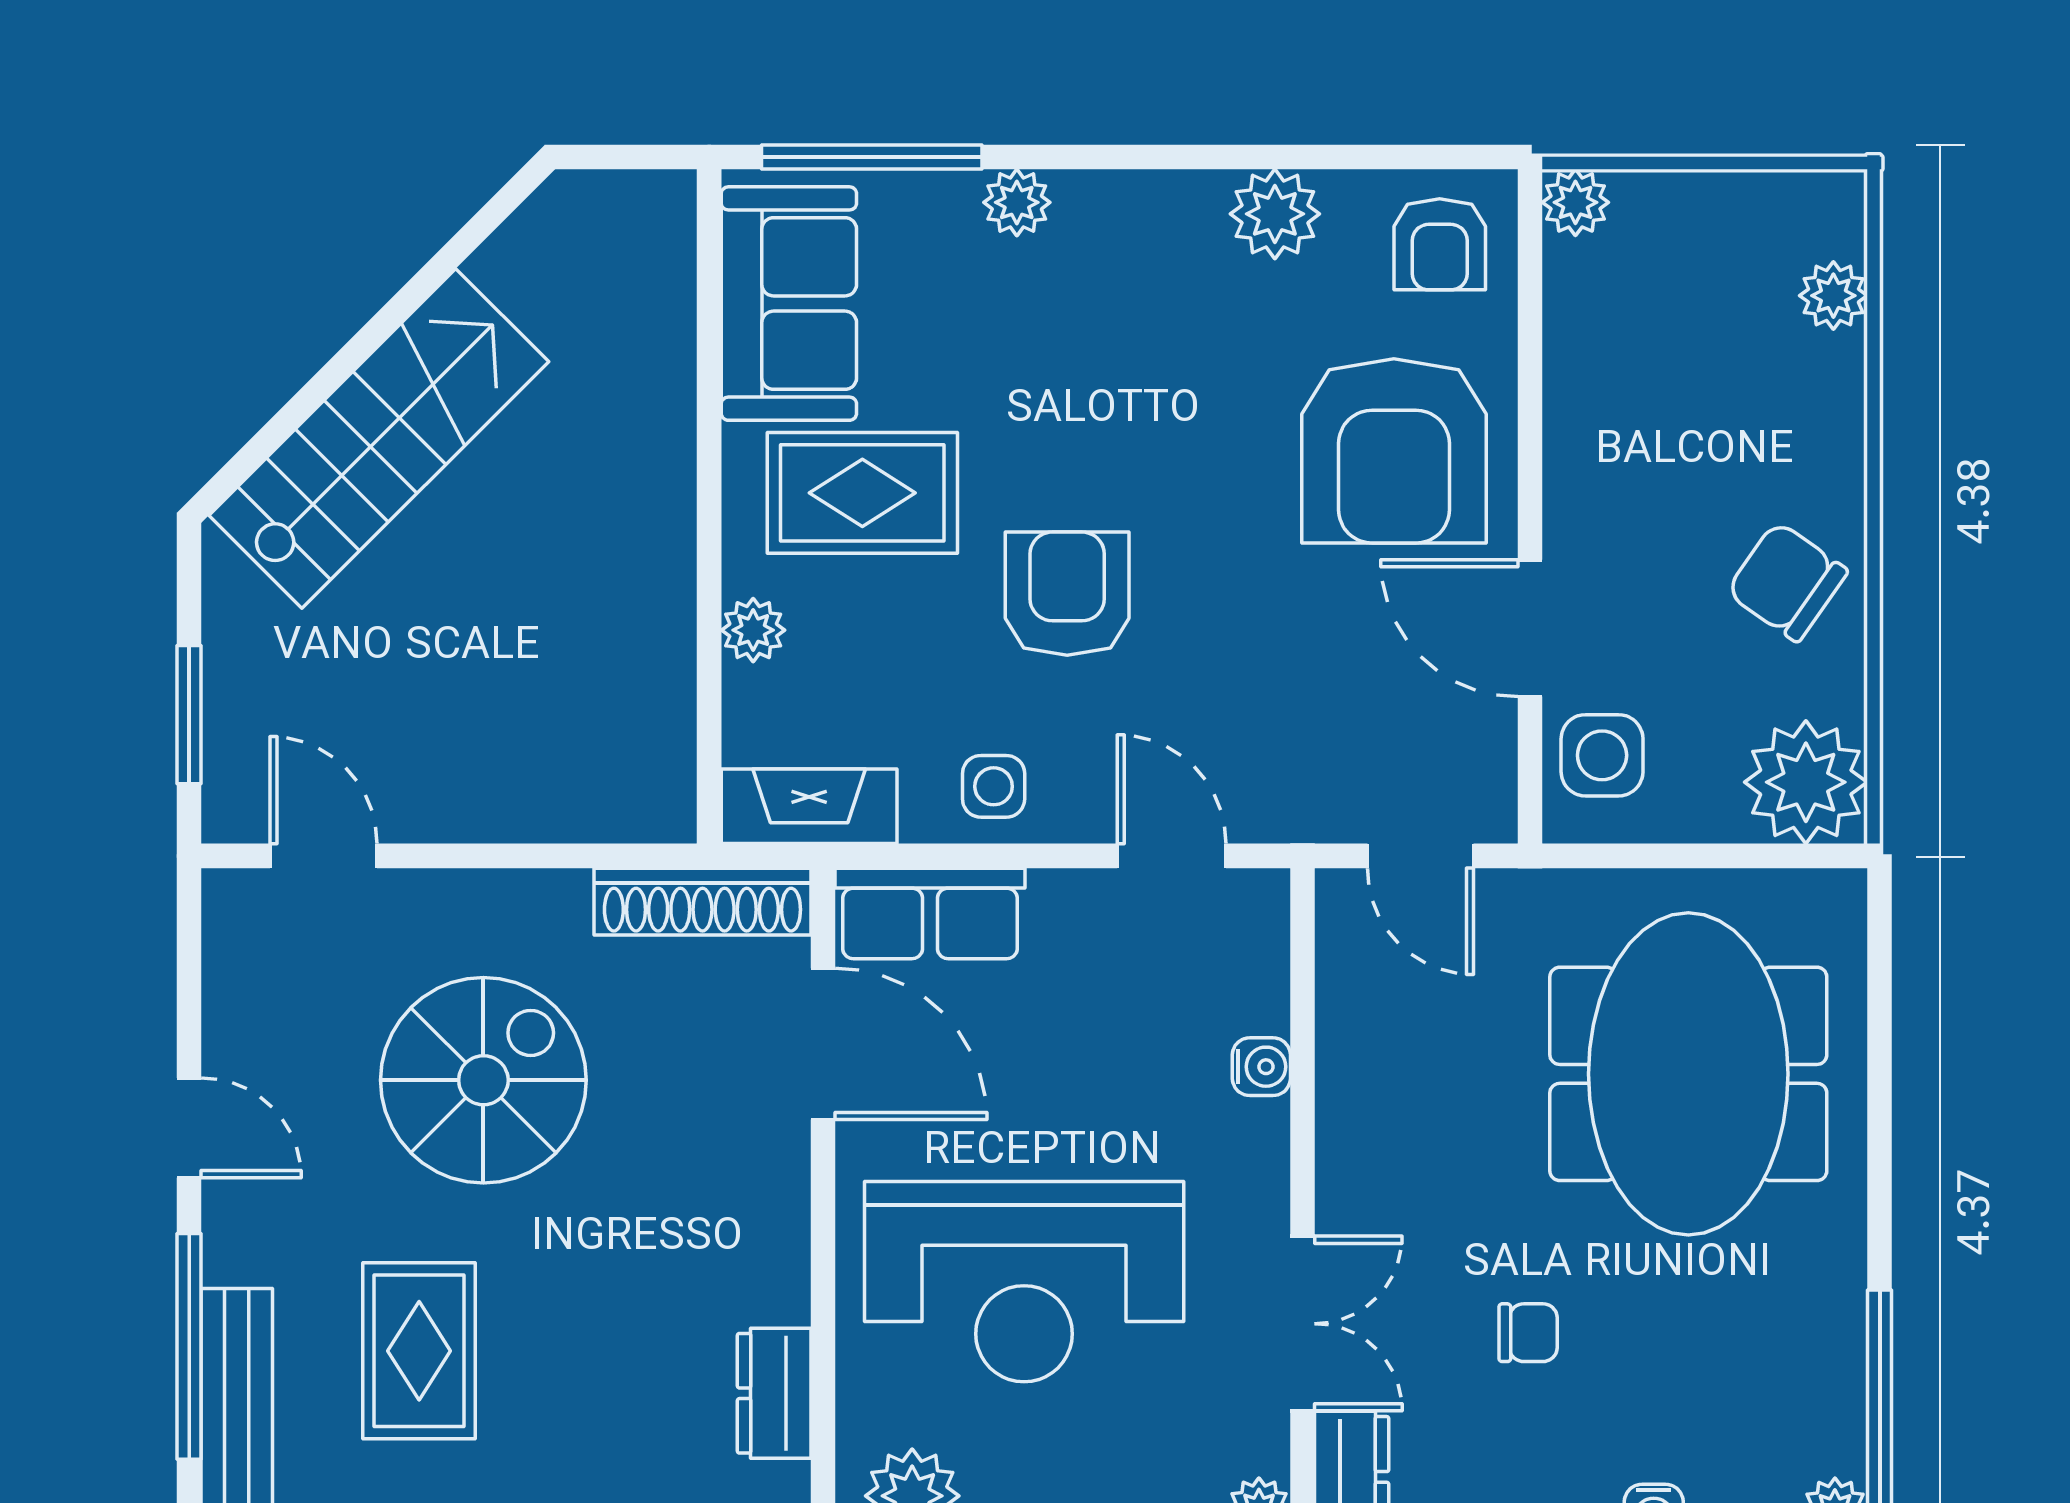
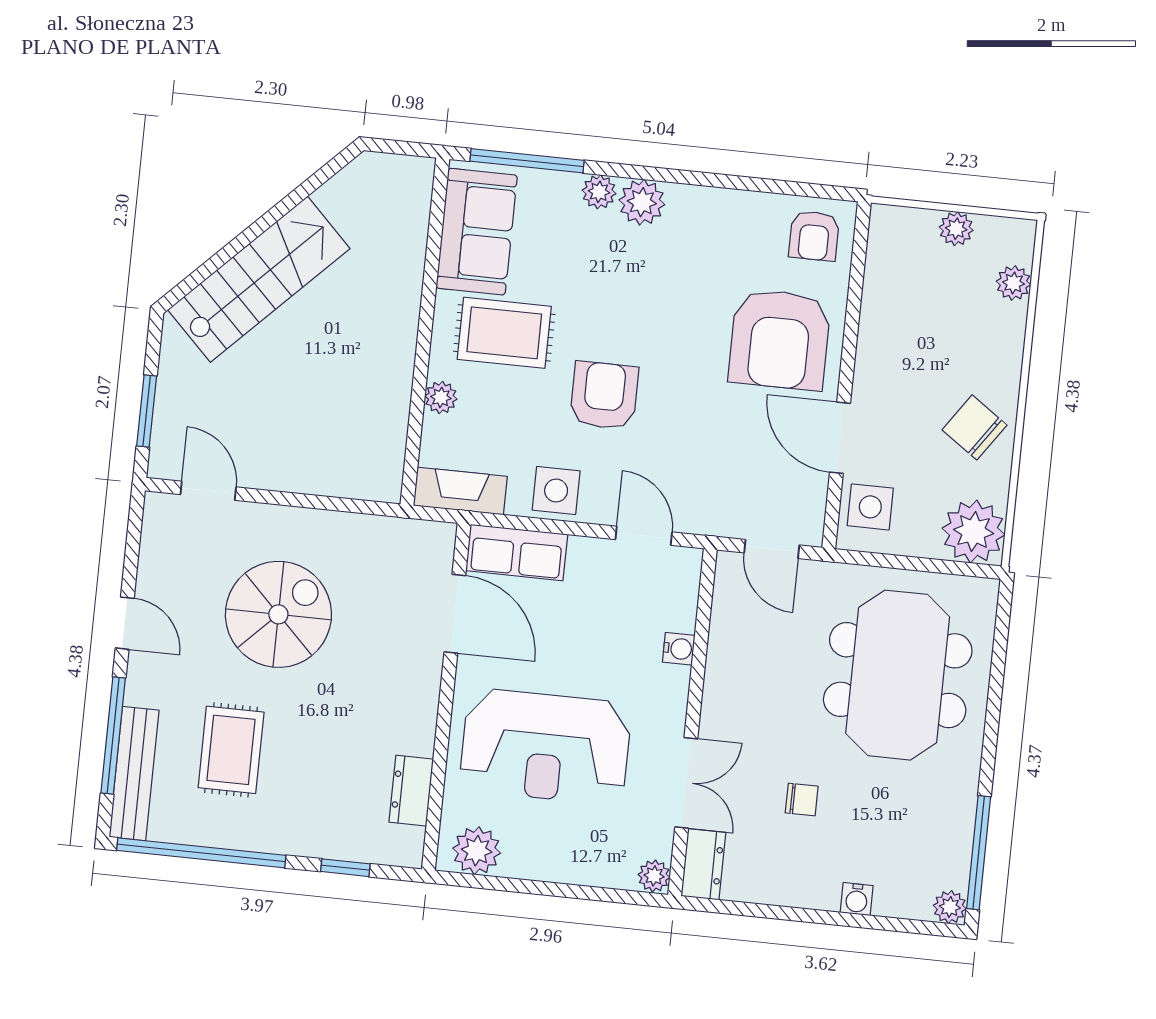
plant: (1575, 202) -> (956, 229), moved
plant: (1275, 214) -> (642, 202), moved
side table: (994, 786) -> (556, 491), width x1.37, depth x1.37
shoe rack: (702, 902) -> (400, 534), removed

